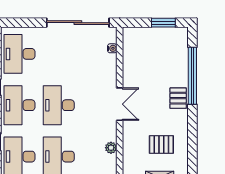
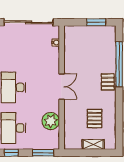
pallet: (161, 144) -> (95, 118), turned 90
plant: (111, 148) -> (51, 121), width x1.87, depth x1.87

